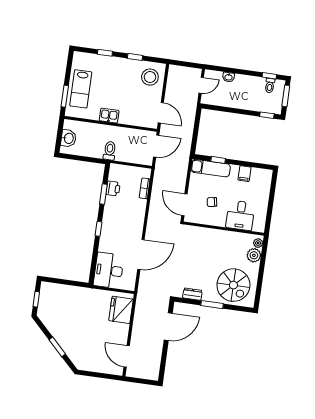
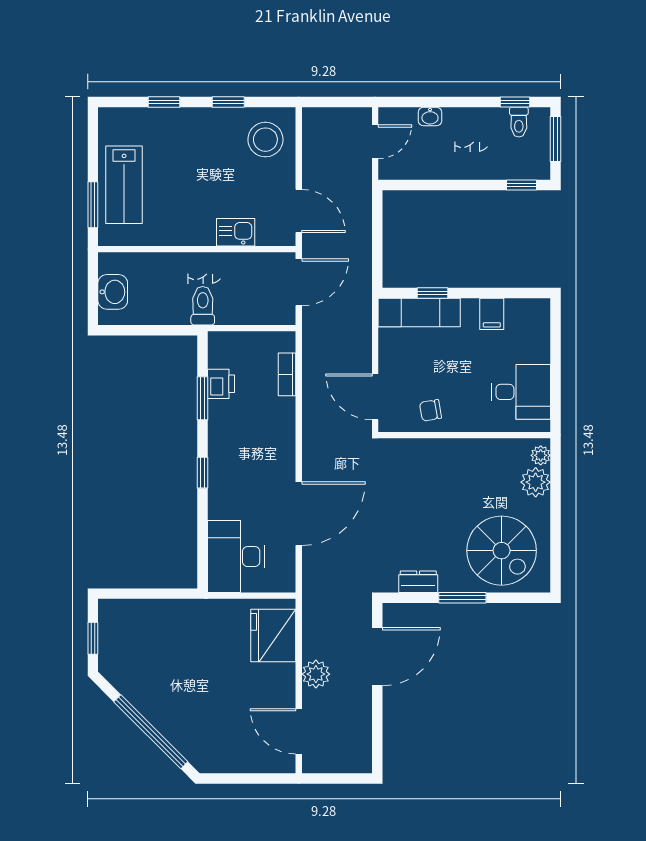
kitchen sink: (109, 116) -> (236, 232), moved
chair: (212, 202) -> (430, 410), moved
desk: (240, 215) -> (521, 392), moved, turned -90
plant: (138, 331) -> (316, 674), added
window: (57, 347) -> (151, 732), width x2.11

